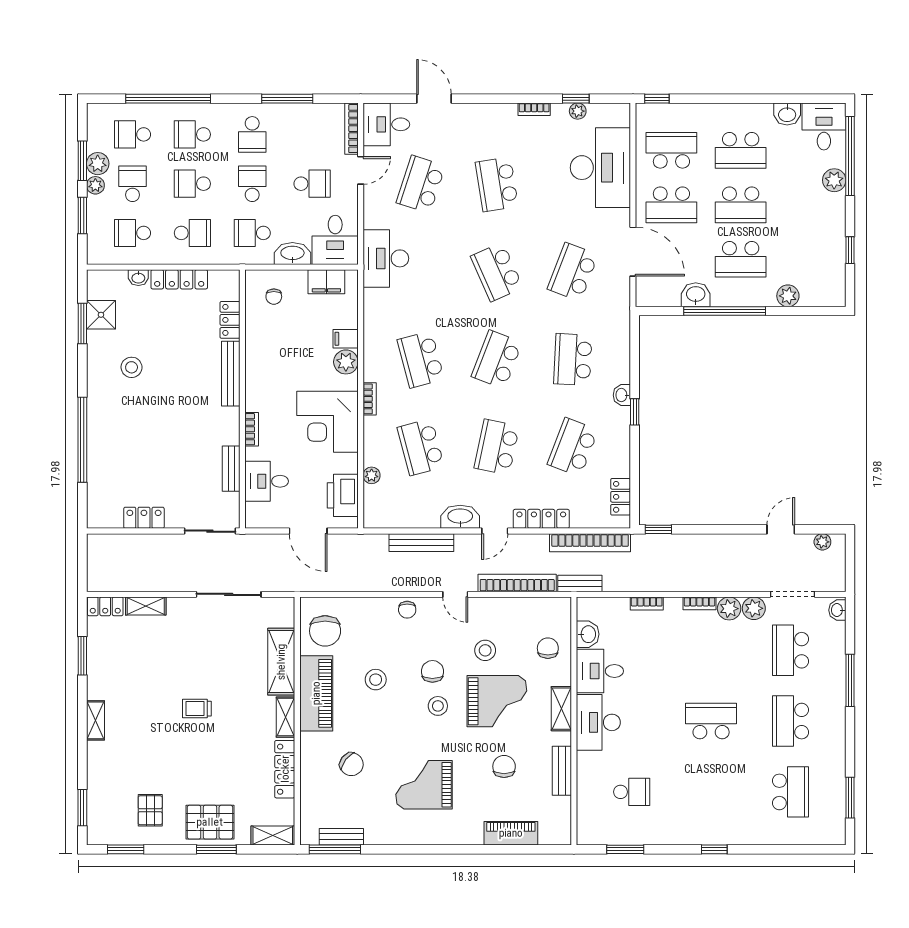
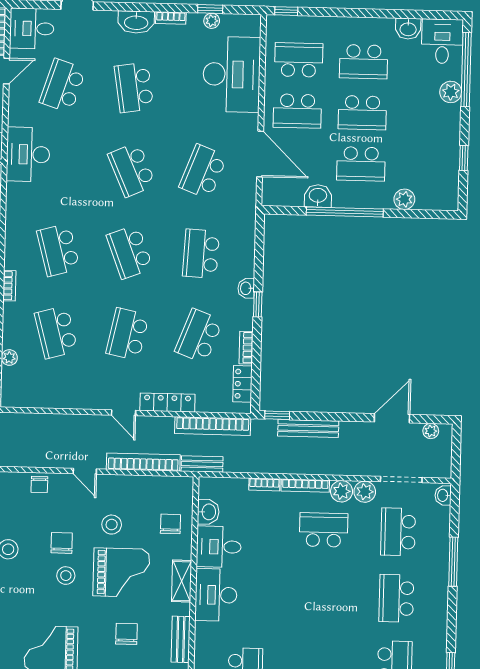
school desk: (497, 359) -> (130, 252), turned -42
bookcase: (623, 458) -> (246, 348), added
washbasin: (460, 517) -> (136, 22), moved, turned 180
door: (781, 529) -> (392, 418), width x1.38
door: (495, 531) -> (124, 413), hinge flipped
bench: (421, 543) -> (308, 428), moved
bookcase: (699, 603) -> (305, 486), width x1.56
school desk: (711, 721) -> (324, 530), moved

